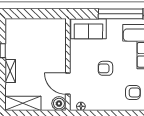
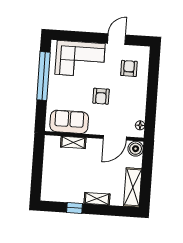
sofa: (88, 29) -> (69, 122), moved, turned -90
shelving: (61, 45) -> (73, 142), added

